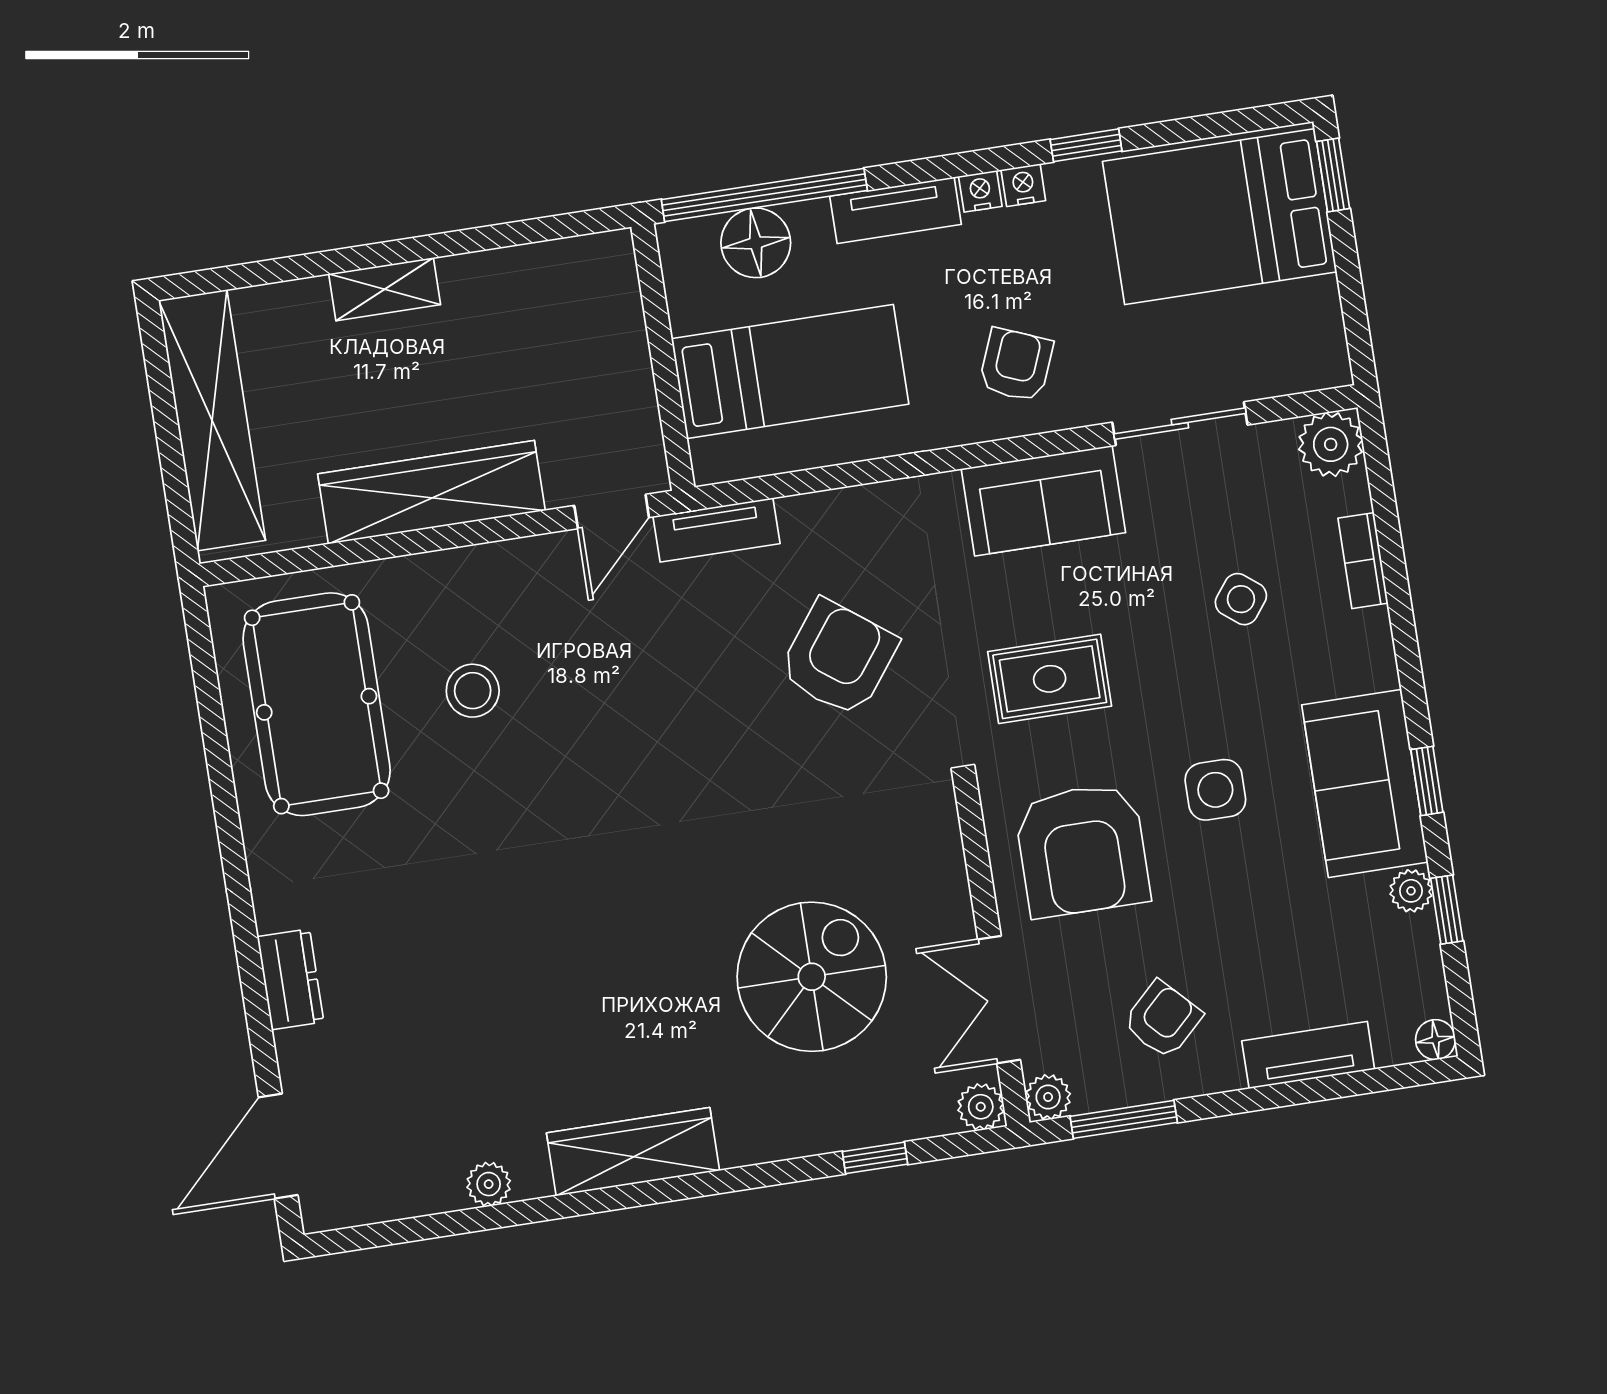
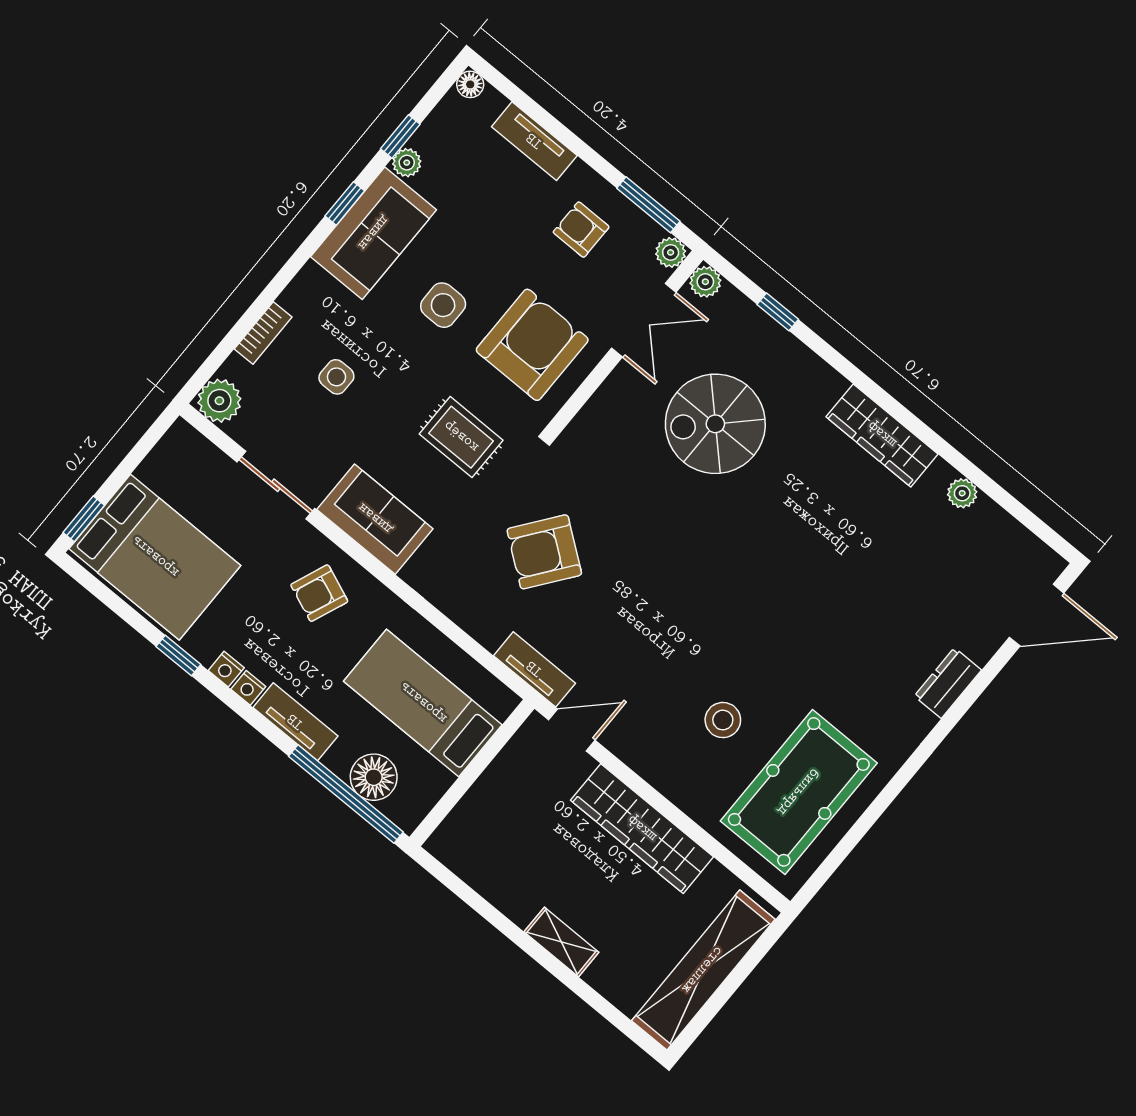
side table: (1241, 599) -> (336, 377), turned -38
armchair: (1163, 1020) -> (581, 230), turned 44

